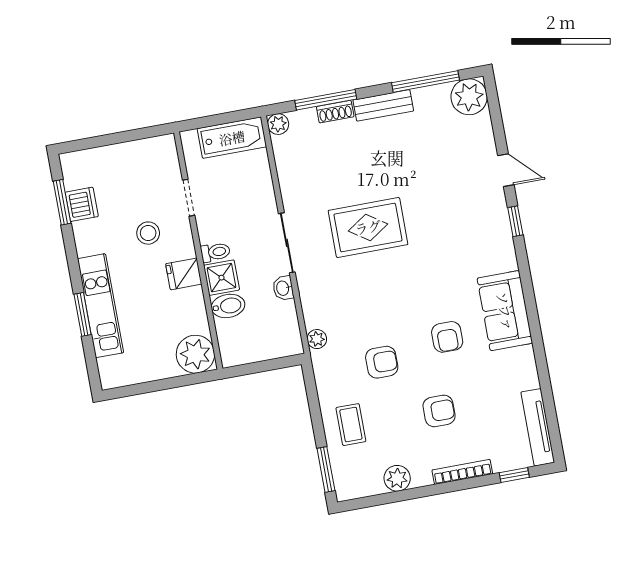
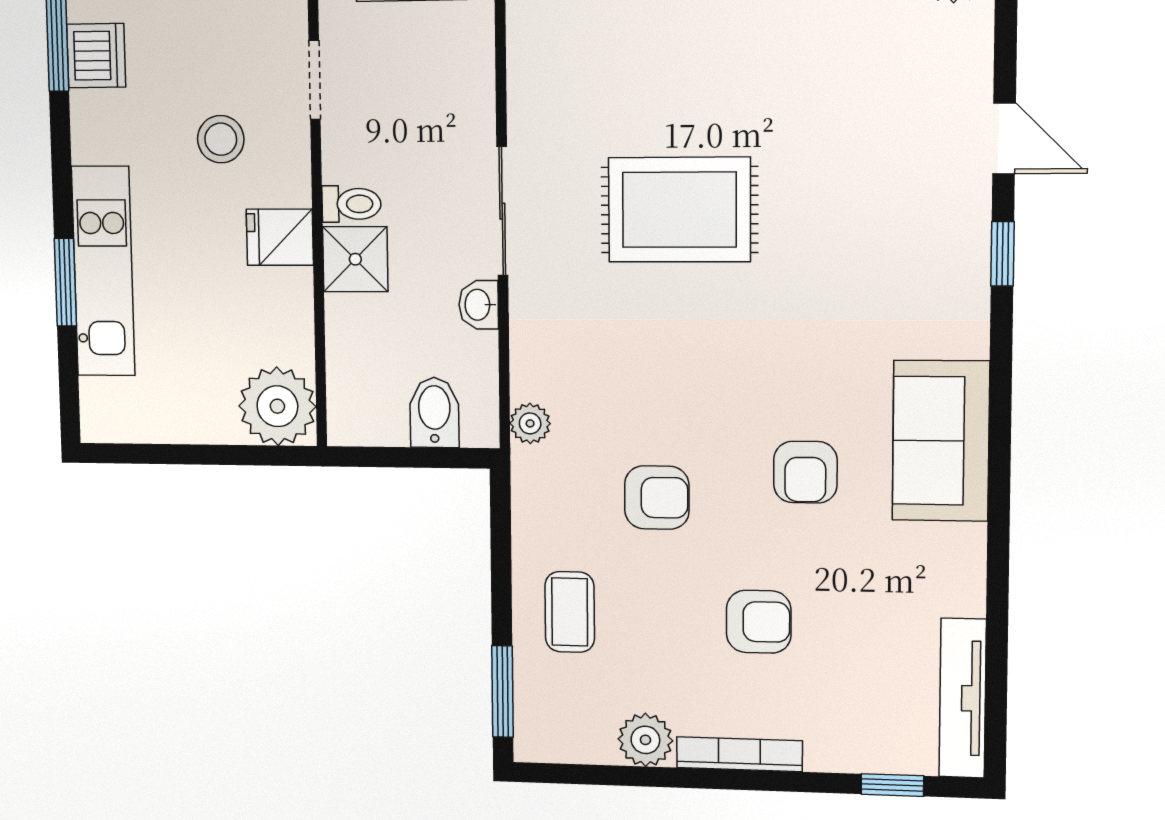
bidet: (228, 306) -> (434, 412), moved, turned -90
bookcase: (462, 472) -> (739, 754), moved

